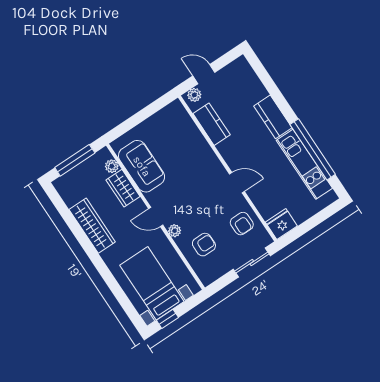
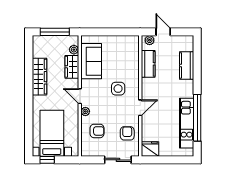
kitchen counter: (273, 117) -> (187, 65), moved
side table: (195, 177) -> (118, 89), added
door: (237, 183) -> (140, 108), hinge flipped
armchair: (242, 224) -> (127, 133), turned 180

